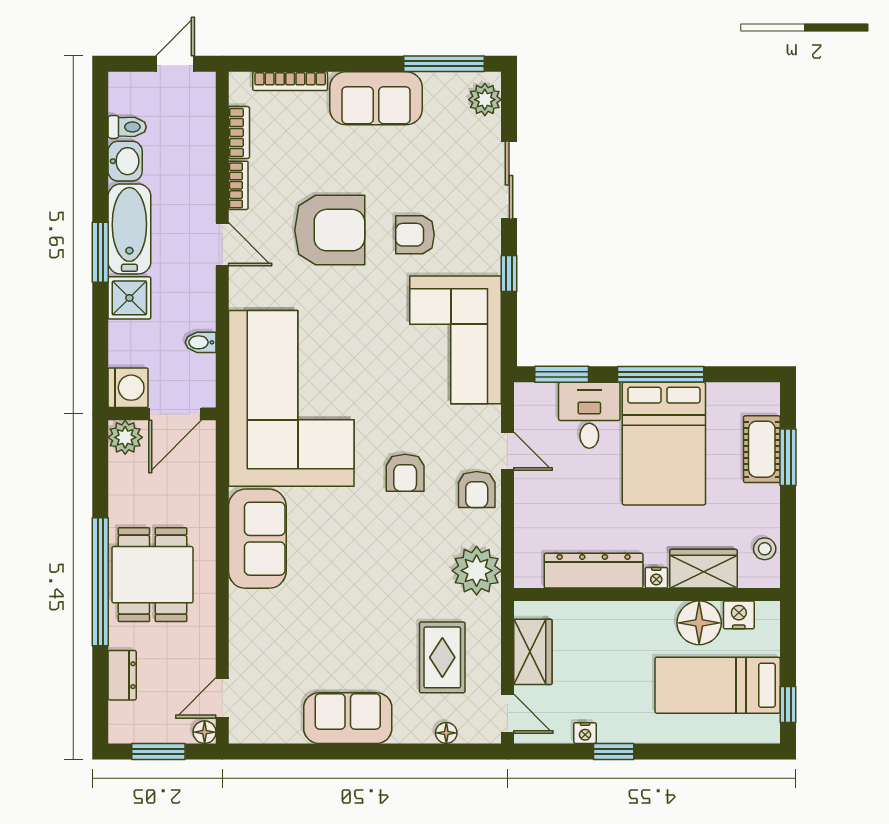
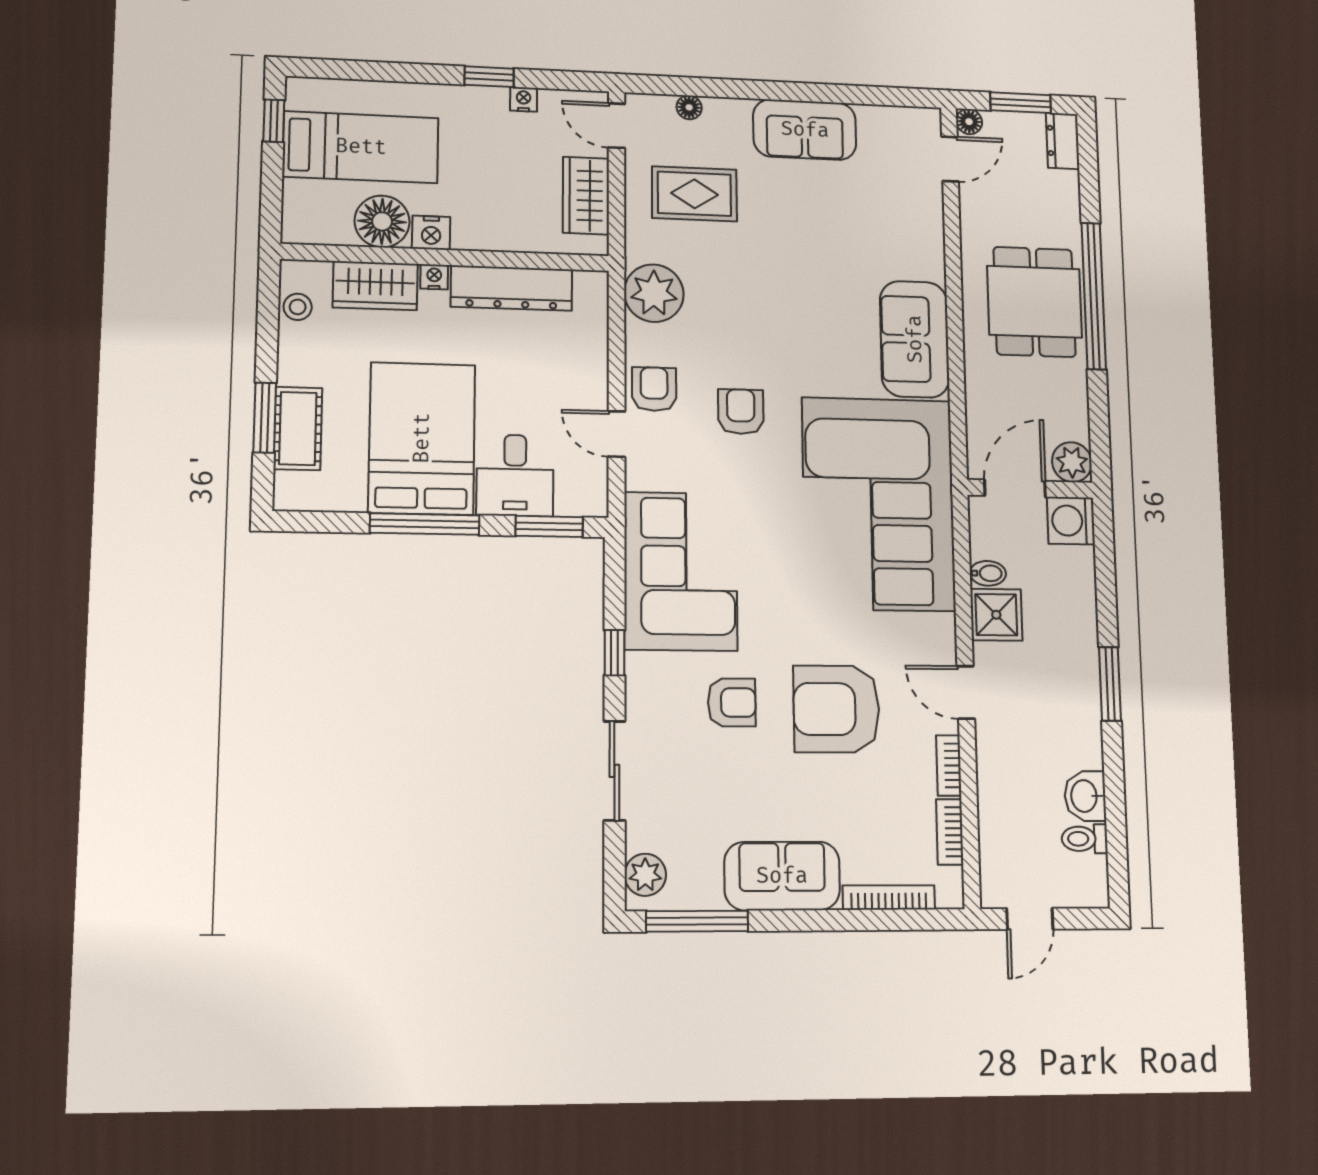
bathtub: (129, 229) -> (1077, 712), removed
shower: (129, 298) -> (996, 615), moved
nightstand: (739, 615) -> (431, 233), moved
rug: (442, 657) -> (694, 194), turned 90
dresser: (122, 675) -> (1063, 141), moved

